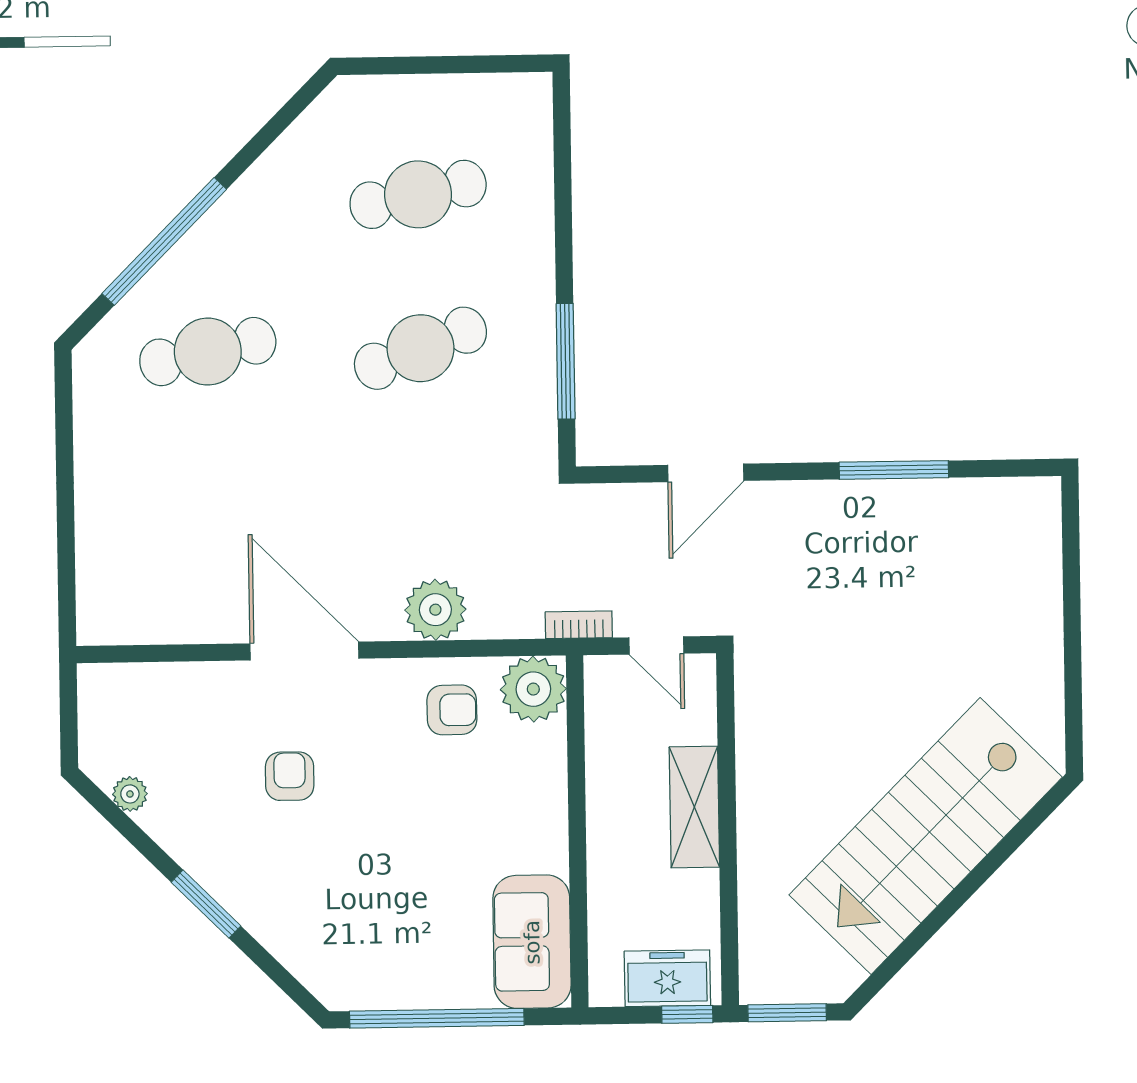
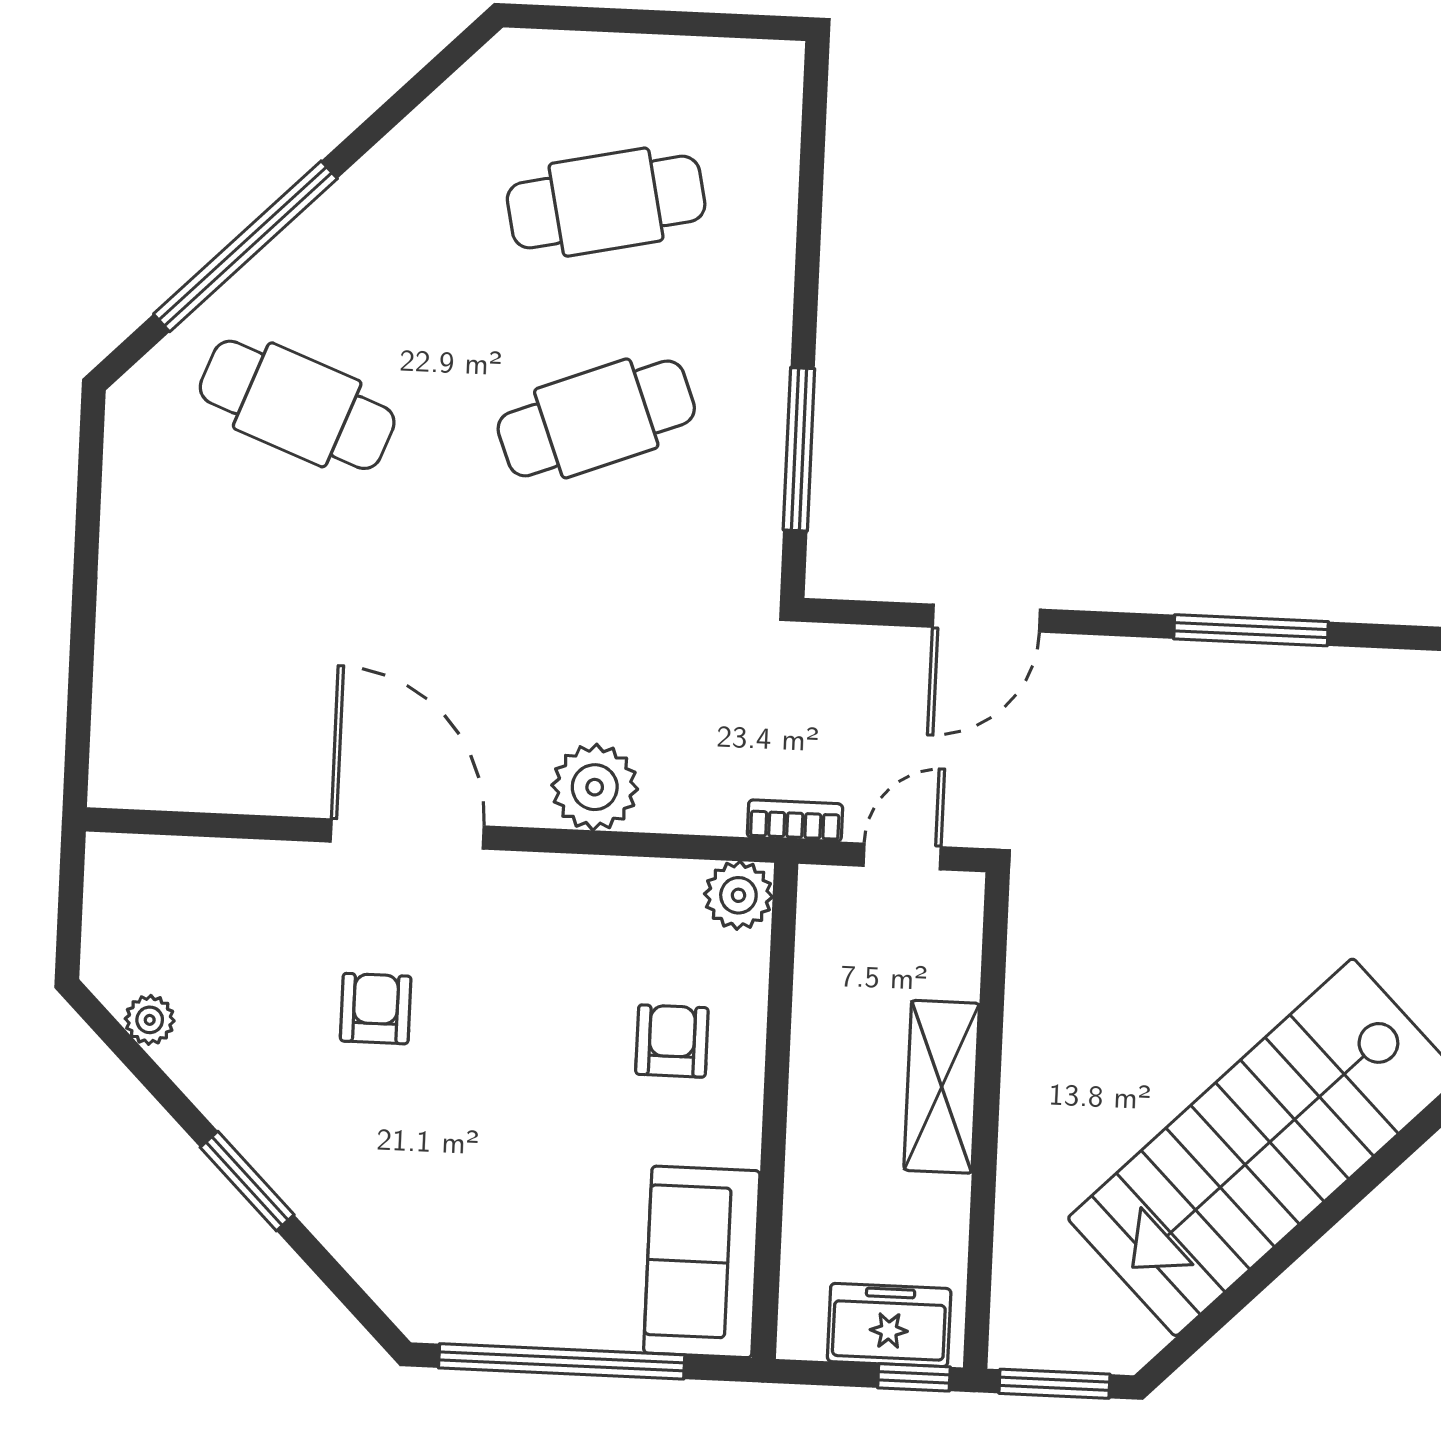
cafe table: (208, 352) -> (297, 405), turned 33
door: (656, 645) -> (902, 856), swing flipped
plant: (533, 689) -> (738, 895), width x0.73, depth x0.73
armchair: (452, 710) -> (672, 1041), moved, turned -90

